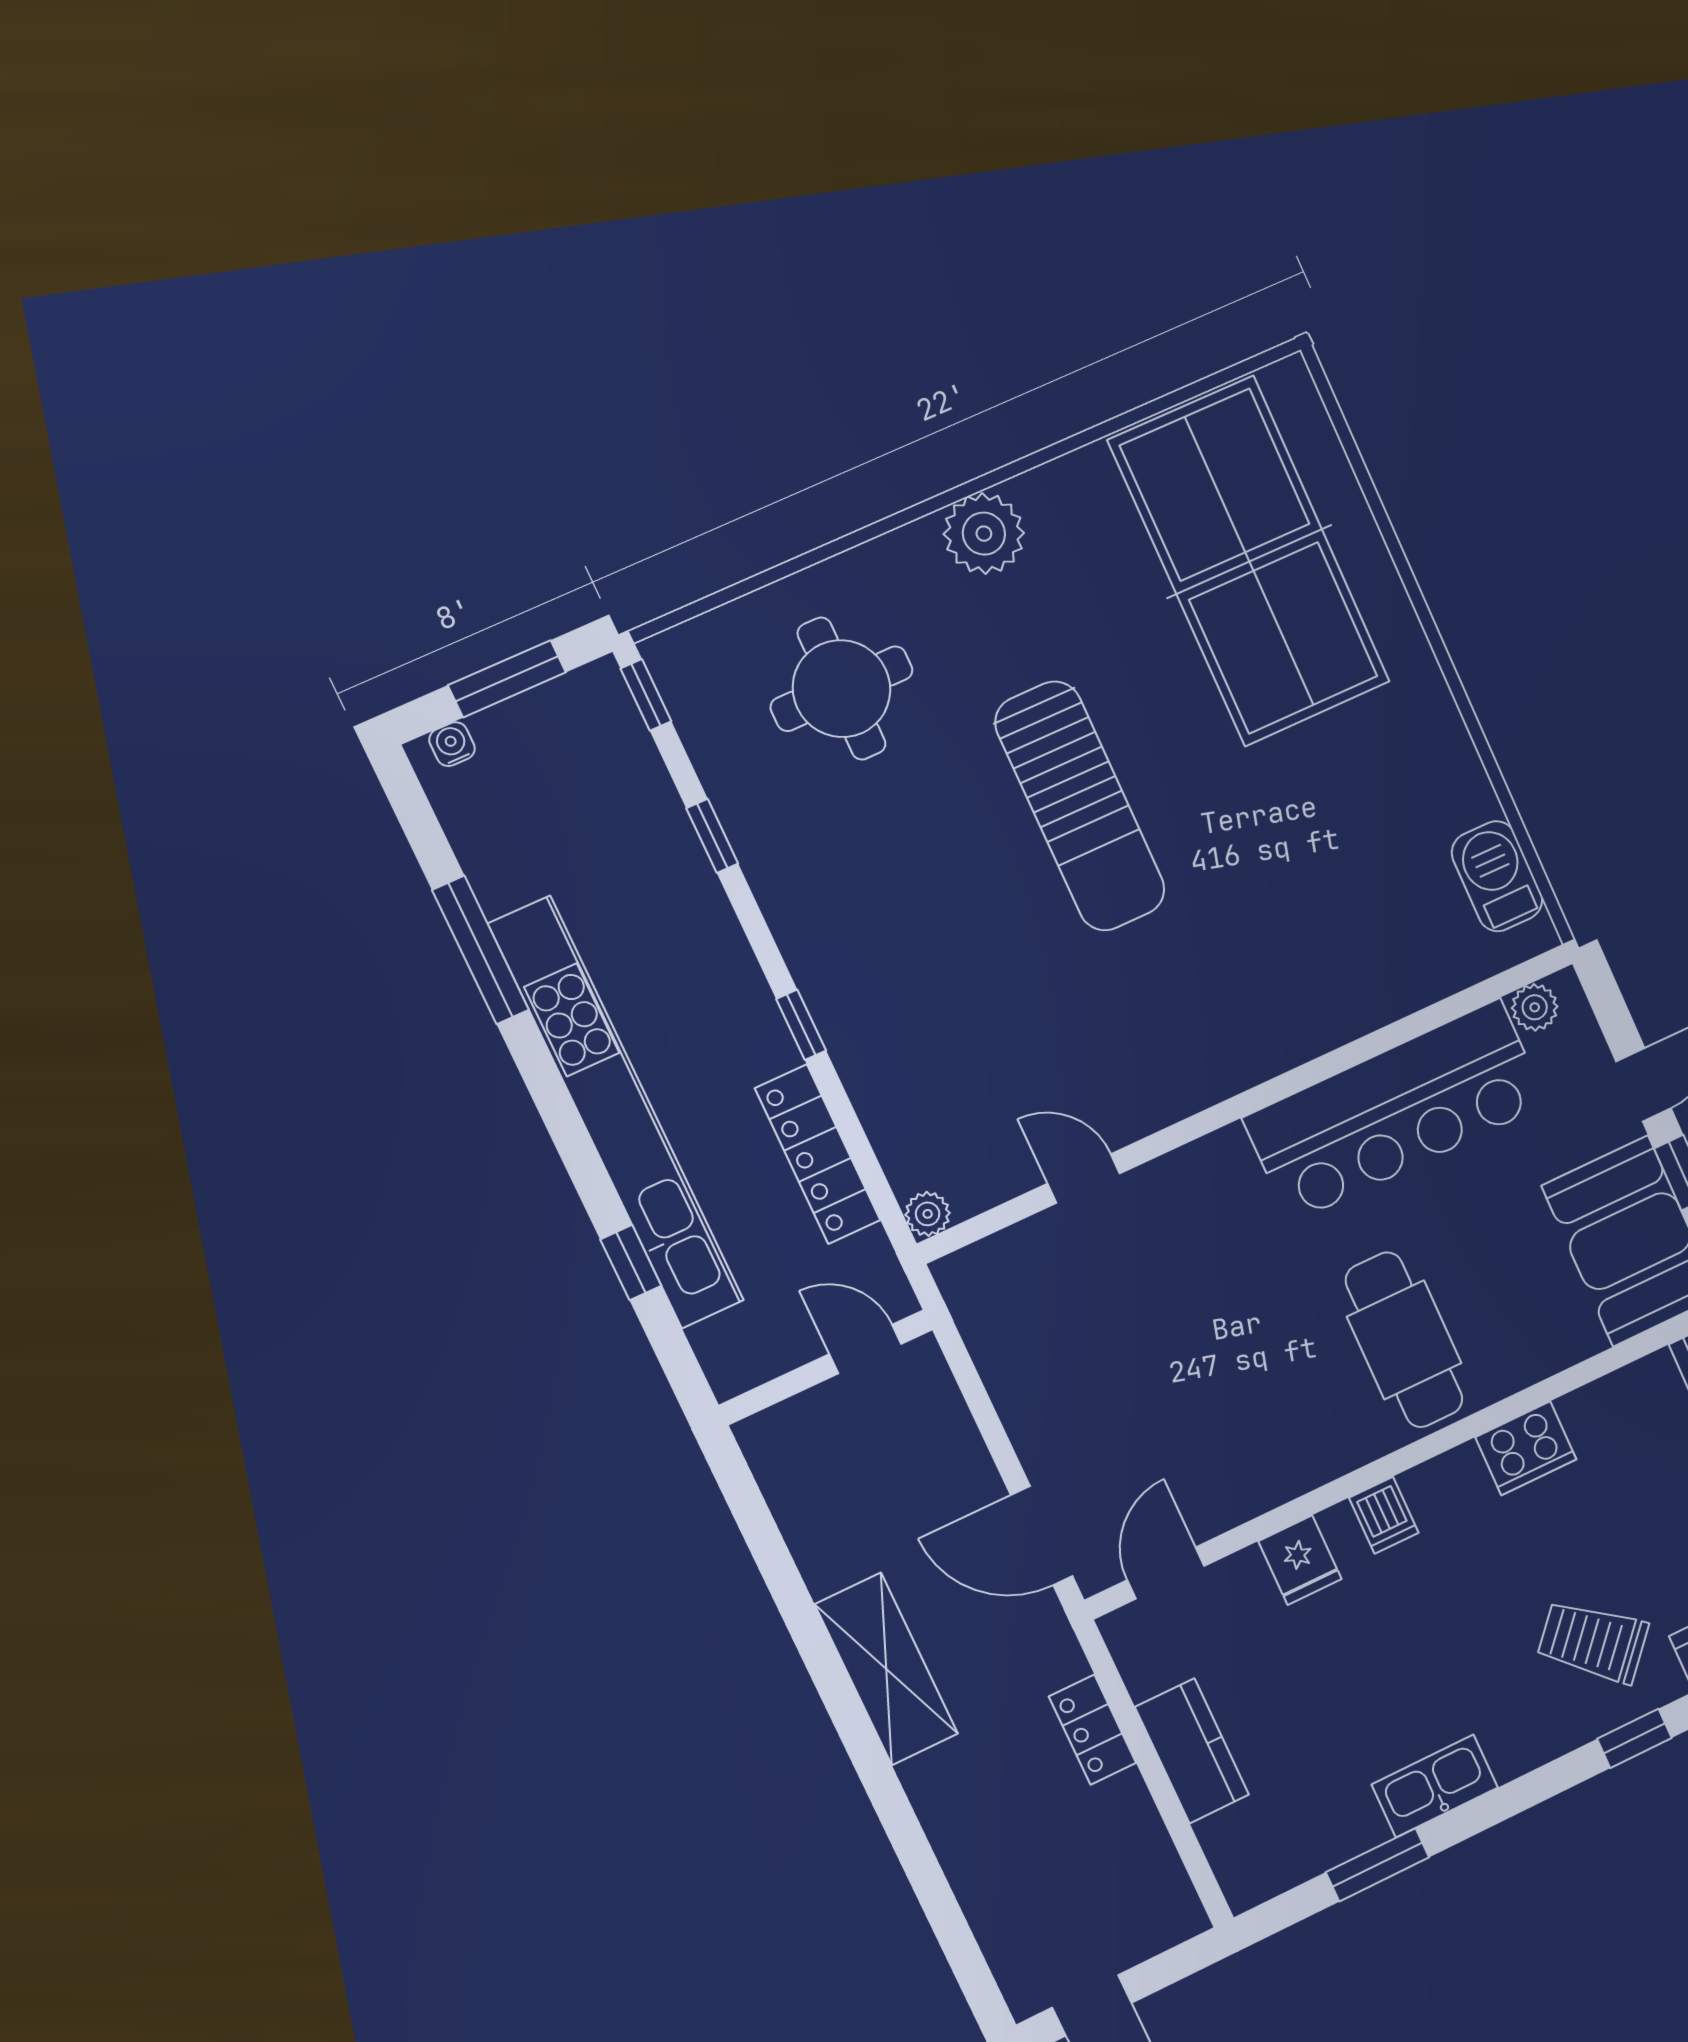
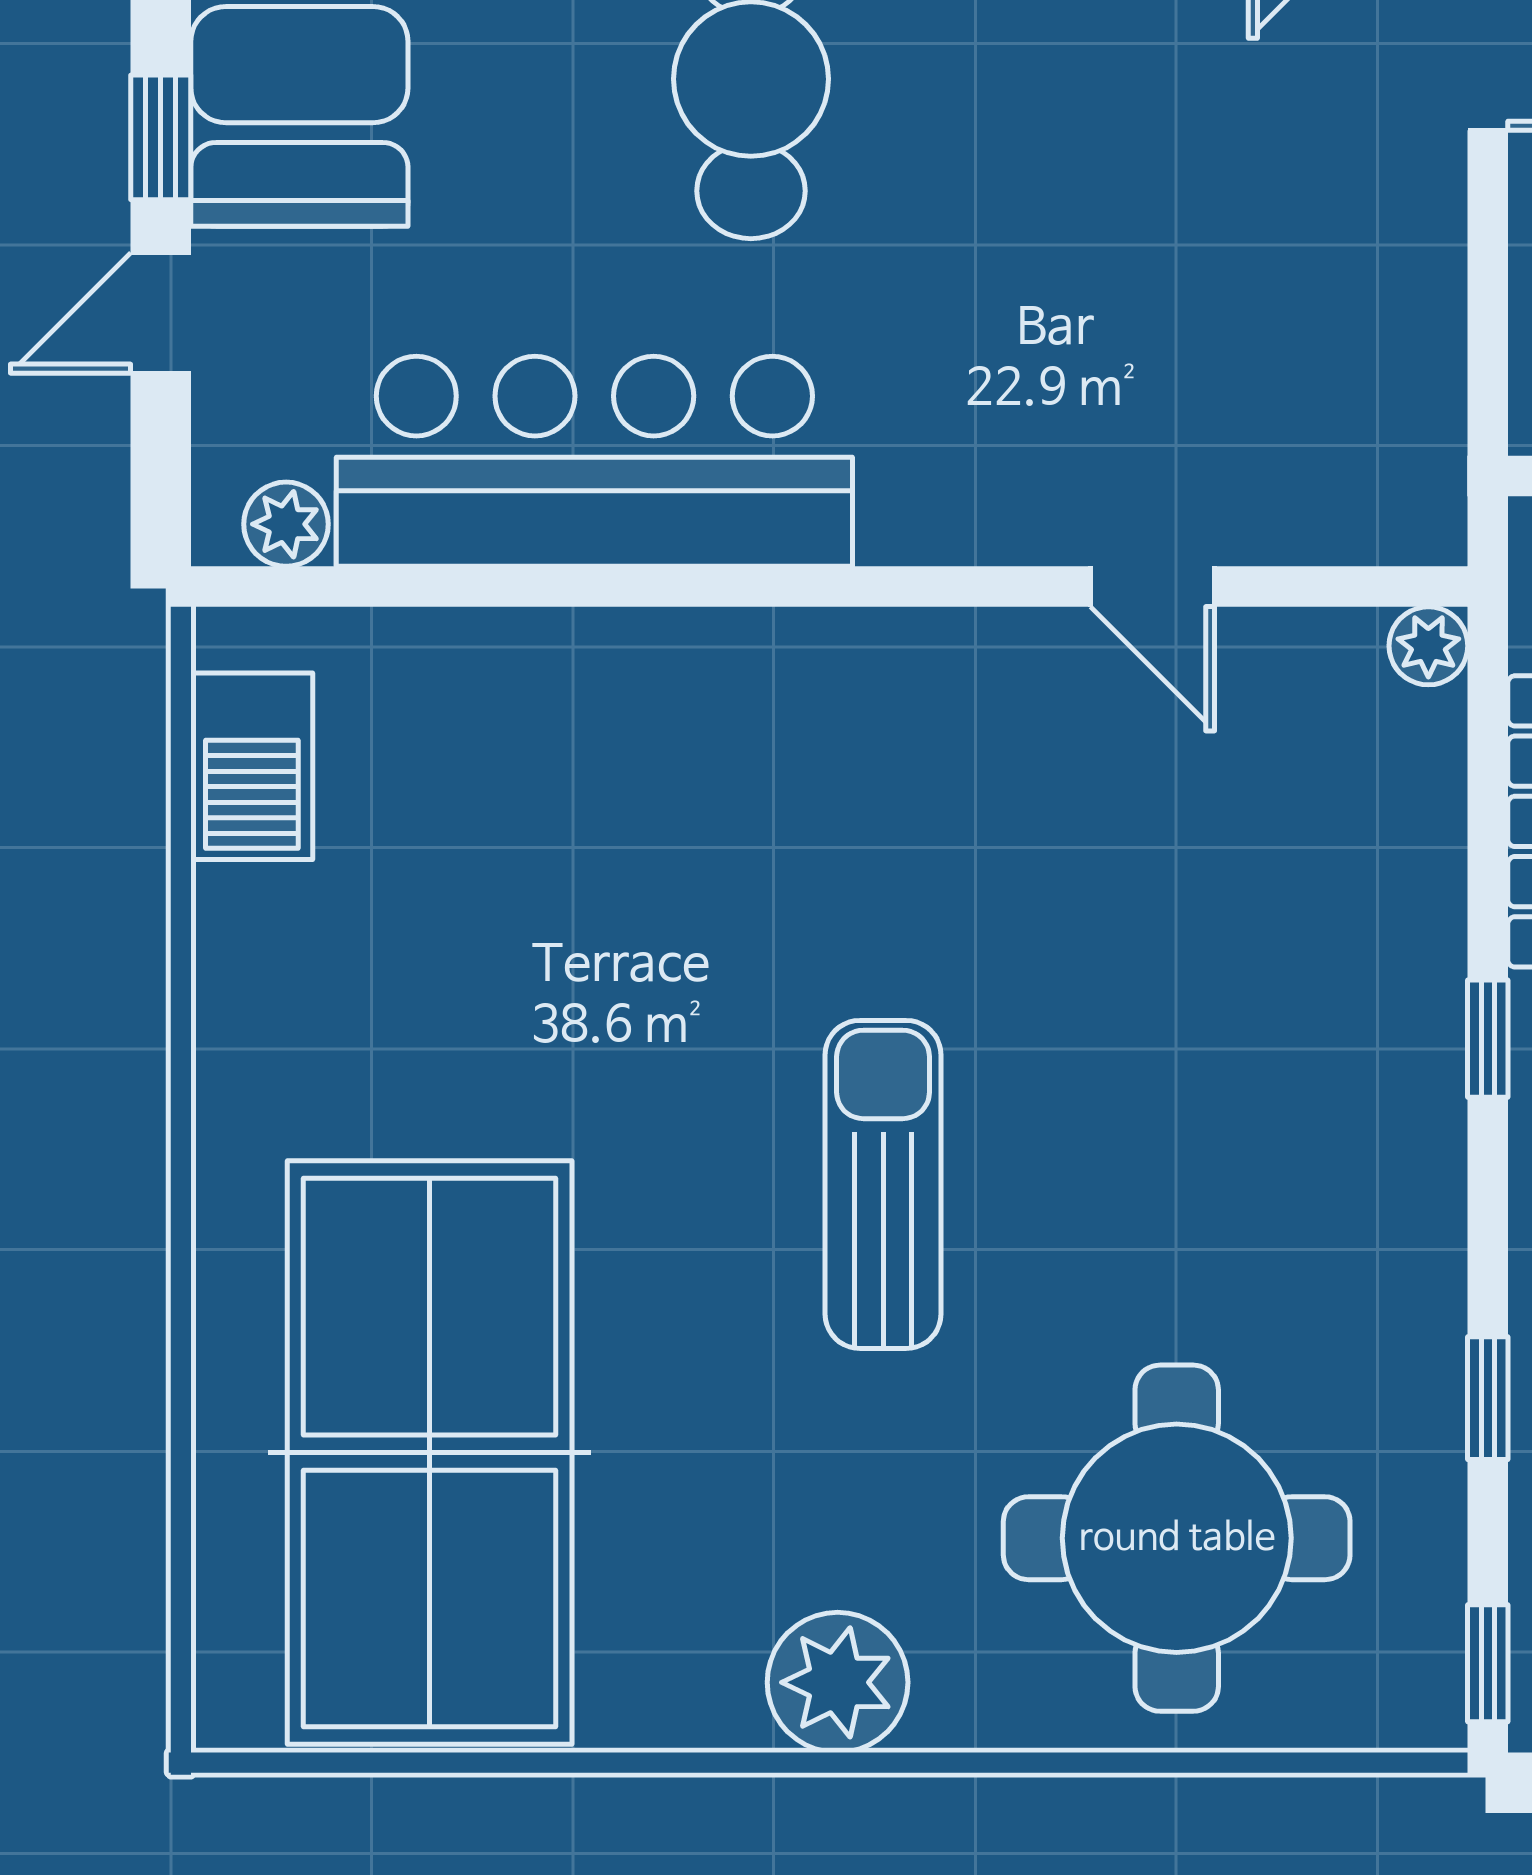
round table: (842, 689) -> (1177, 1538), width x1.36, depth x1.36
sun lounger: (1080, 806) -> (883, 1184), width x0.73, depth x0.75

